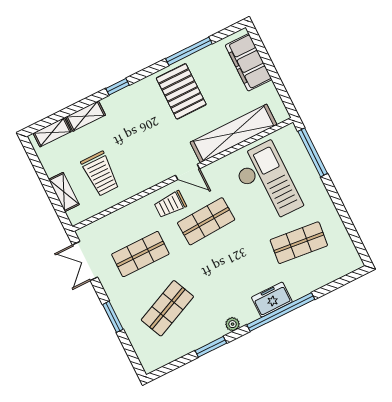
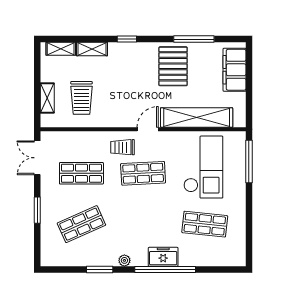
door: (187, 172) -> (148, 129), swing flipped

